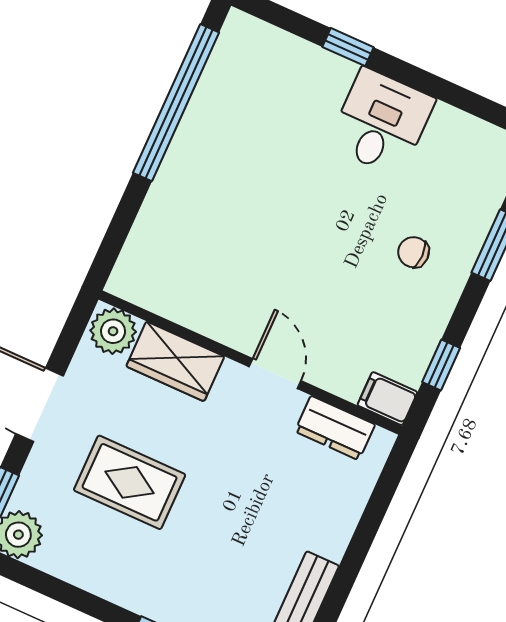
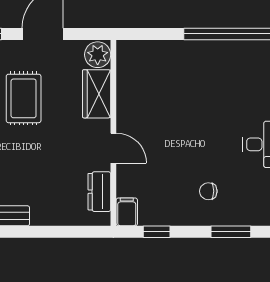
chair: (414, 252) -> (208, 191), turned -90
door: (275, 374) -> (113, 148), hinge flipped

